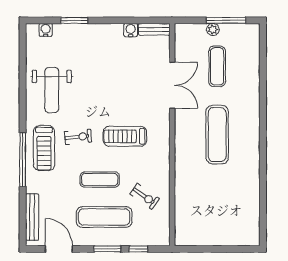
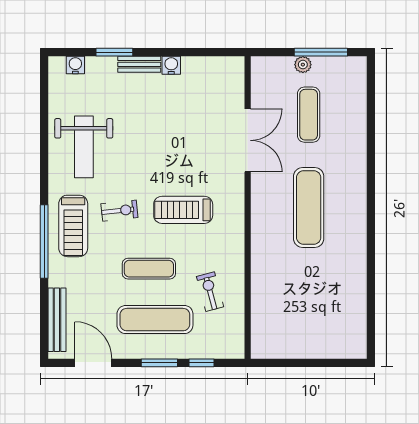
bench: (154, 29) -> (139, 64), moved
water cooler: (131, 30) -> (171, 65), moved
exercise bike: (145, 196) -> (210, 292), turned -140

